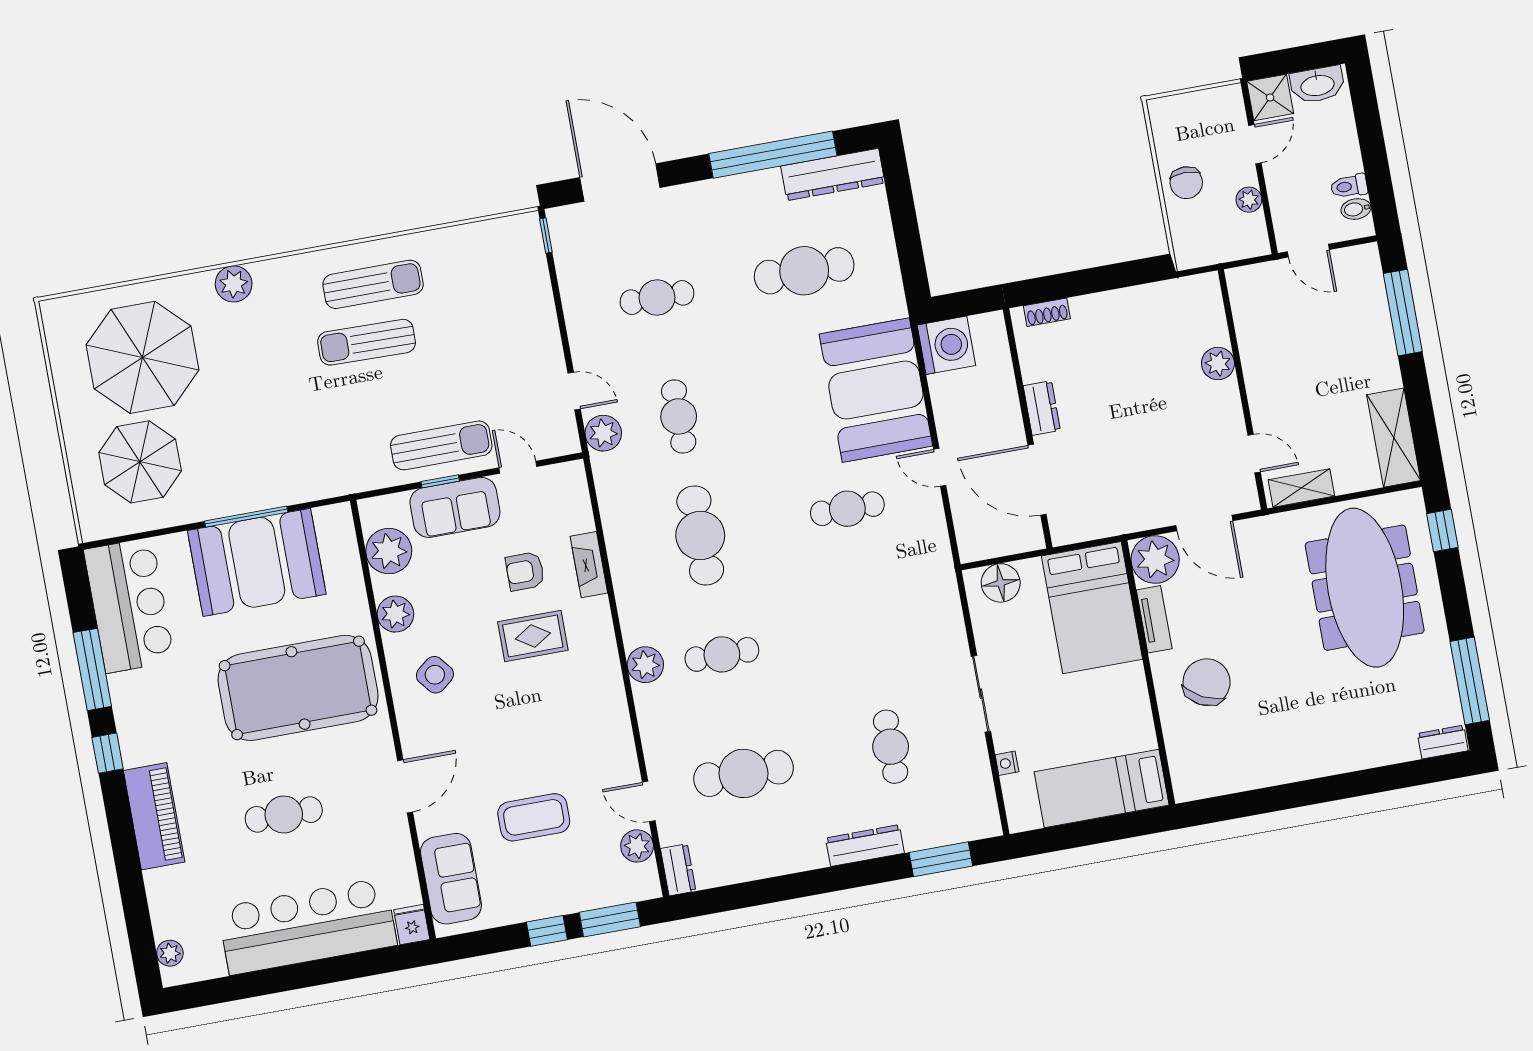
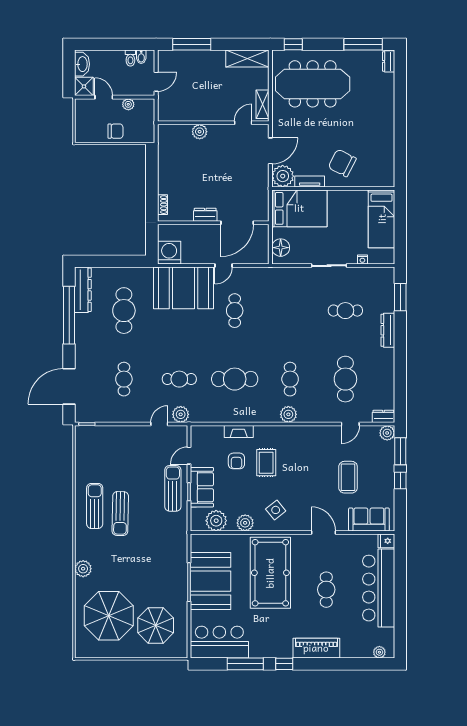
plant: (637, 846) -> (387, 433), moved

